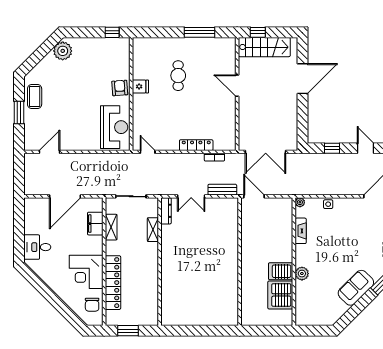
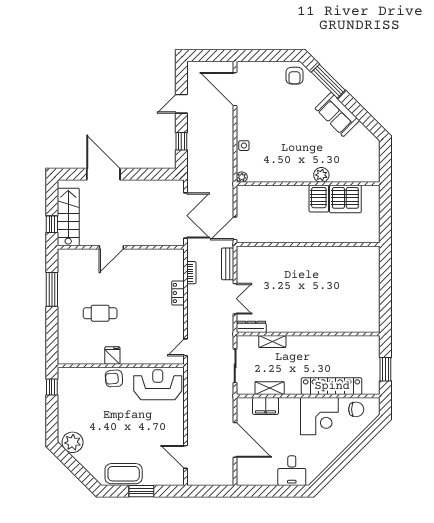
coffee table: (35, 97) -> (124, 474), width x1.36, depth x1.32
locker: (196, 145) -> (178, 293), width x0.66
fireplace: (301, 231) -> (274, 176), removed

